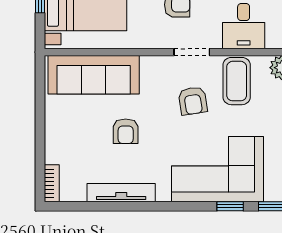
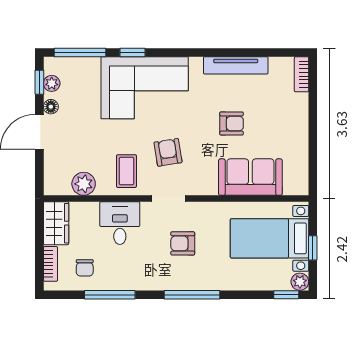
sofa: (94, 75) -> (250, 177), width x0.73
coffee table: (237, 81) -> (126, 171), width x0.73, depth x0.77
armchair: (126, 131) -> (232, 123), turned 90

